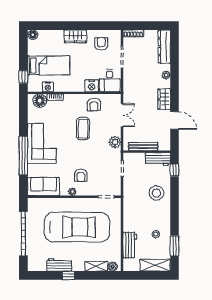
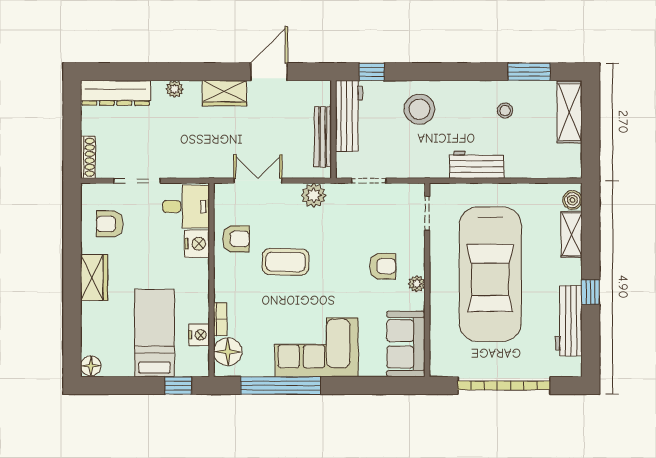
window: (23, 155) -> (281, 386), moved
workbench: (158, 159) -> (349, 116), width x1.38
car: (77, 227) -> (490, 274), turned 180
workbench: (130, 245) -> (477, 165), moved
workbench: (59, 265) -> (569, 321), width x1.38

